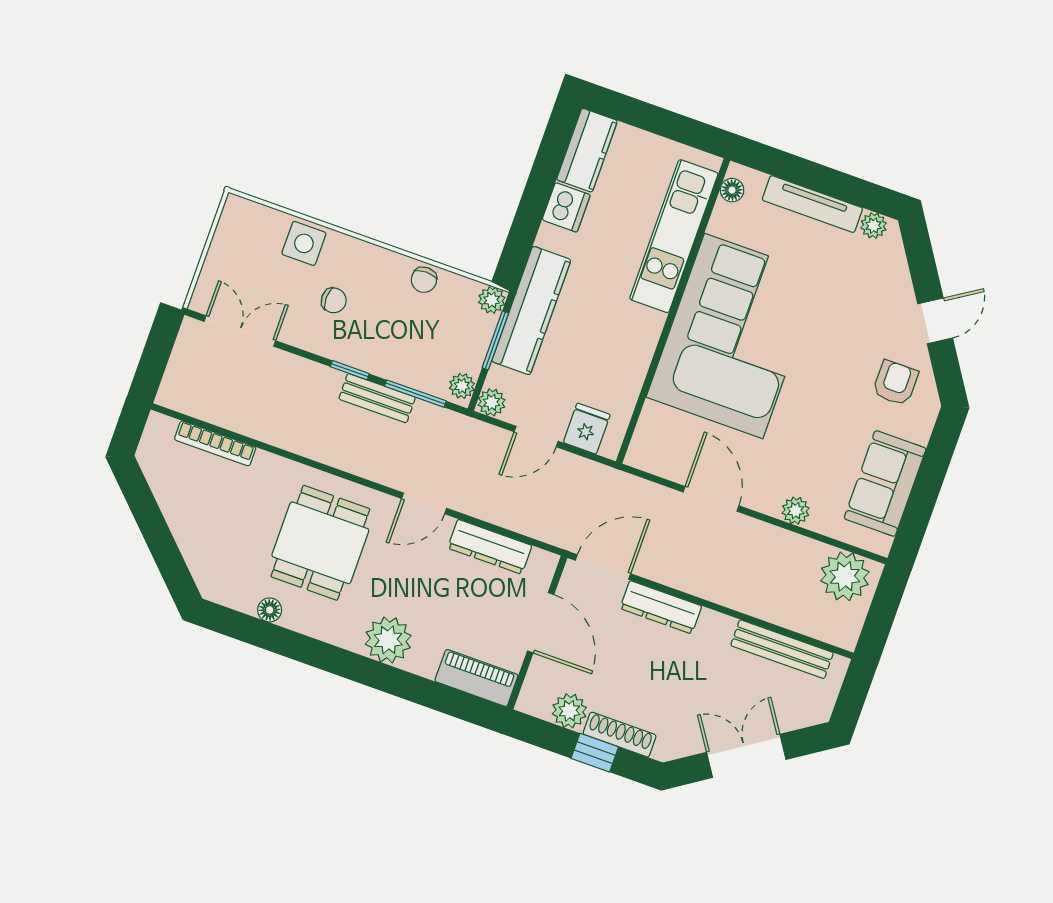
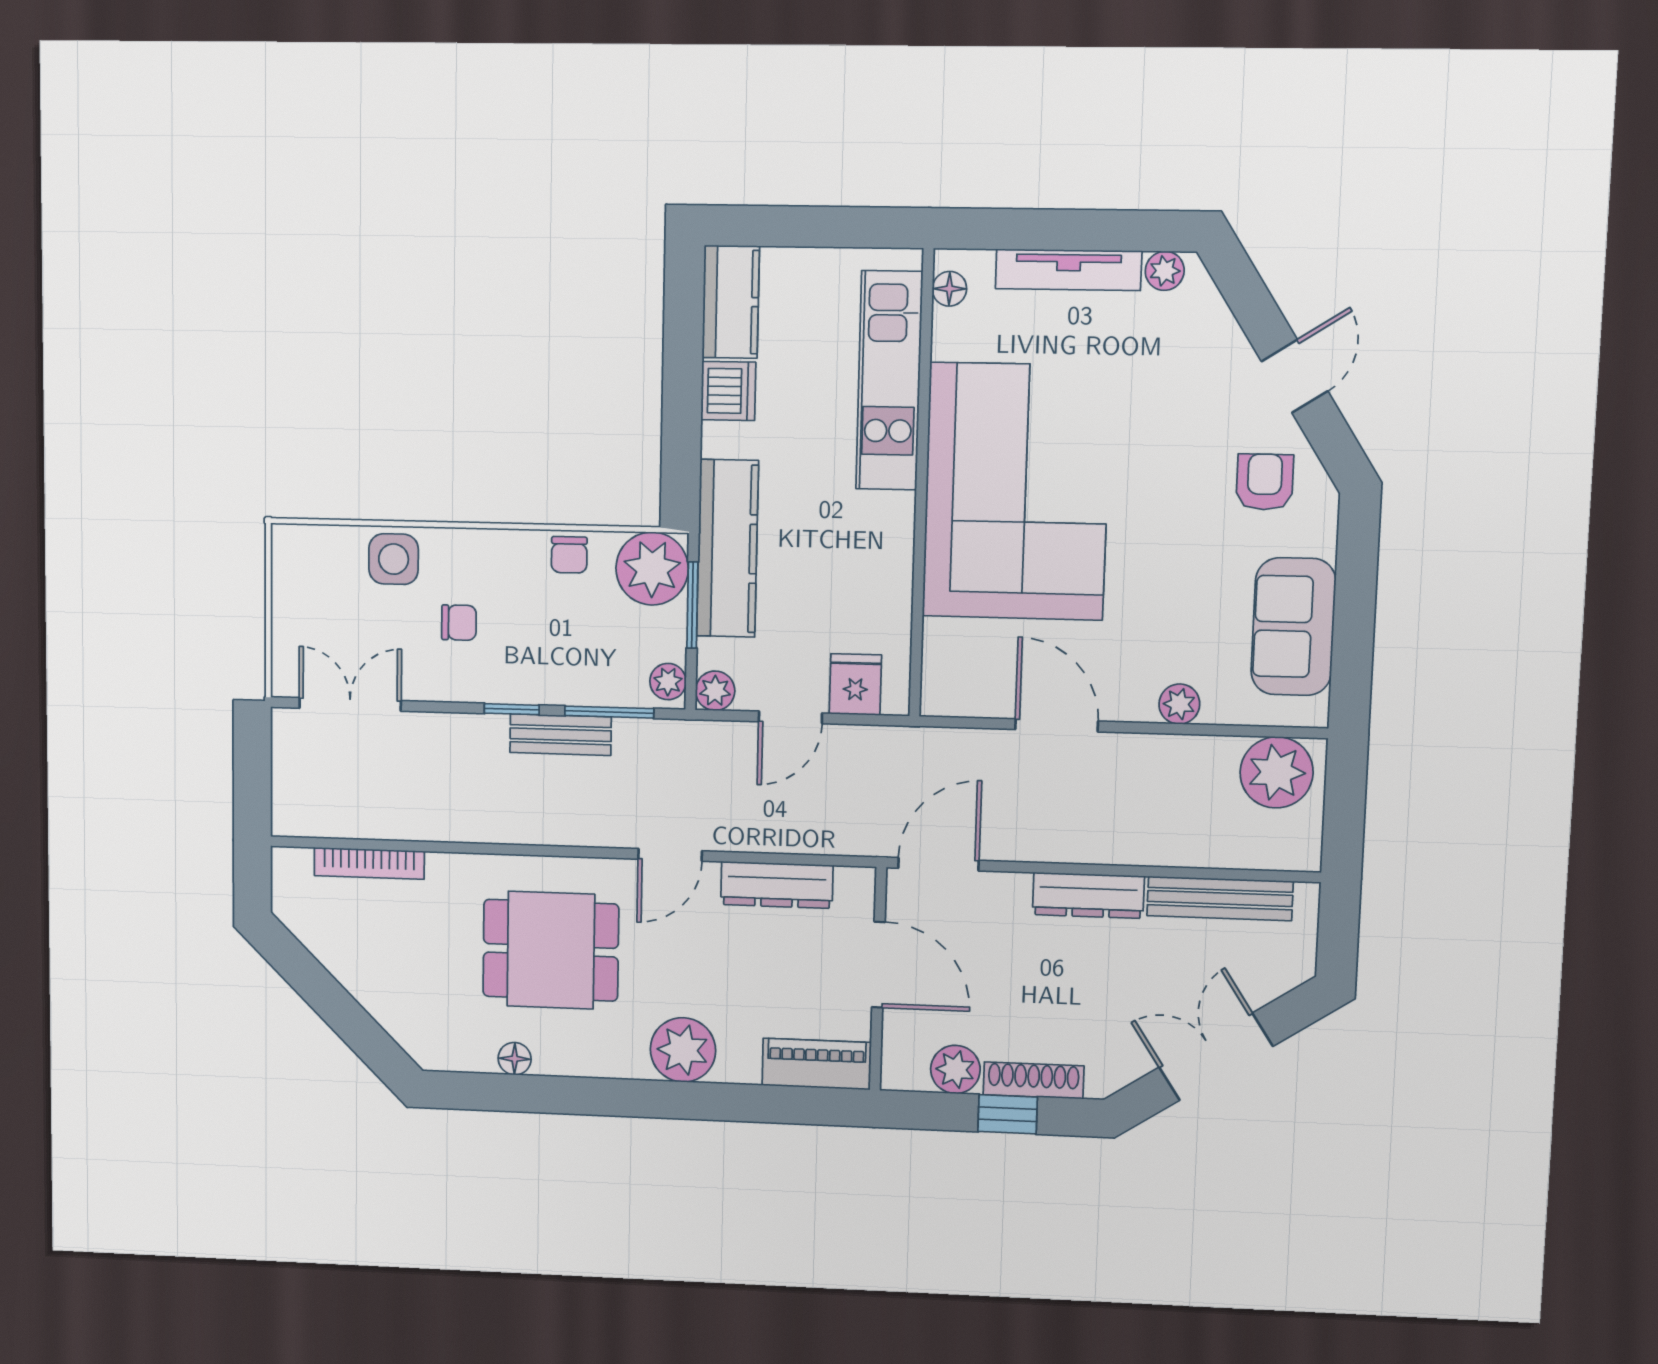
plant: (492, 300) -> (652, 569), width x1.87, depth x1.87
dining table: (320, 543) -> (551, 950), turned 90
dresser: (661, 607) -> (1088, 895), moved

